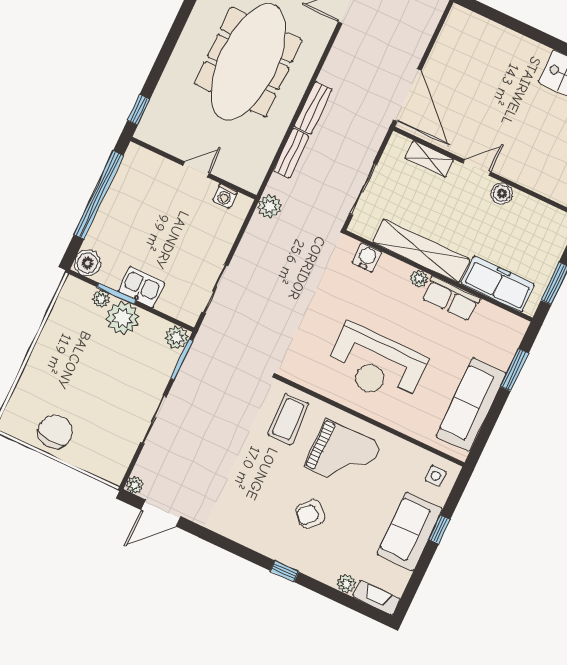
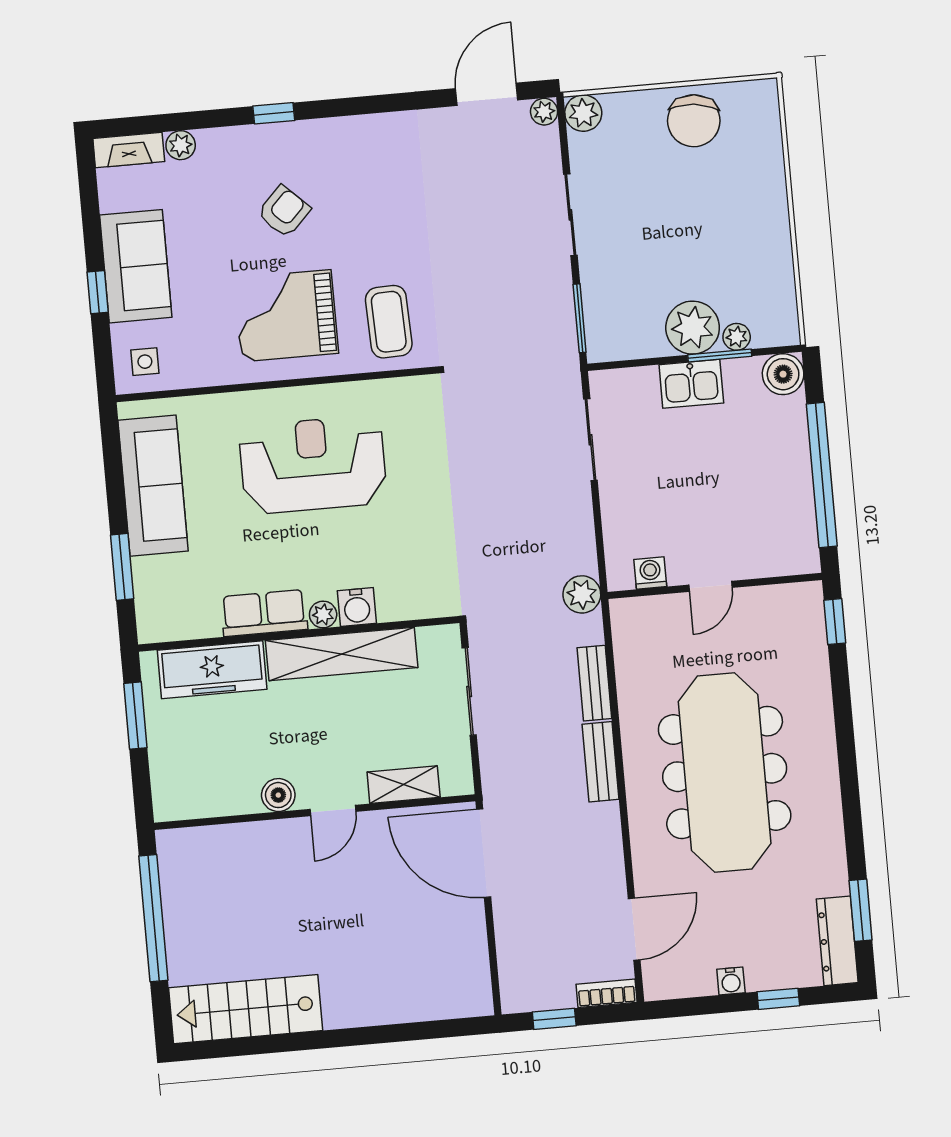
water cooler: (367, 257) -> (357, 607), moved
plant: (177, 338) -> (583, 113), moved

